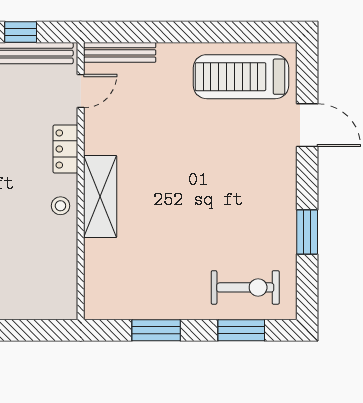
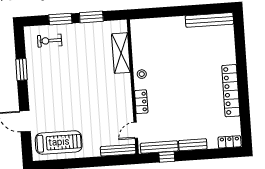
shelving: (100, 196) -> (121, 53), moved
exercise bike: (245, 287) -> (50, 41), width x0.73, depth x0.72
window: (241, 330) -> (60, 19), moved

